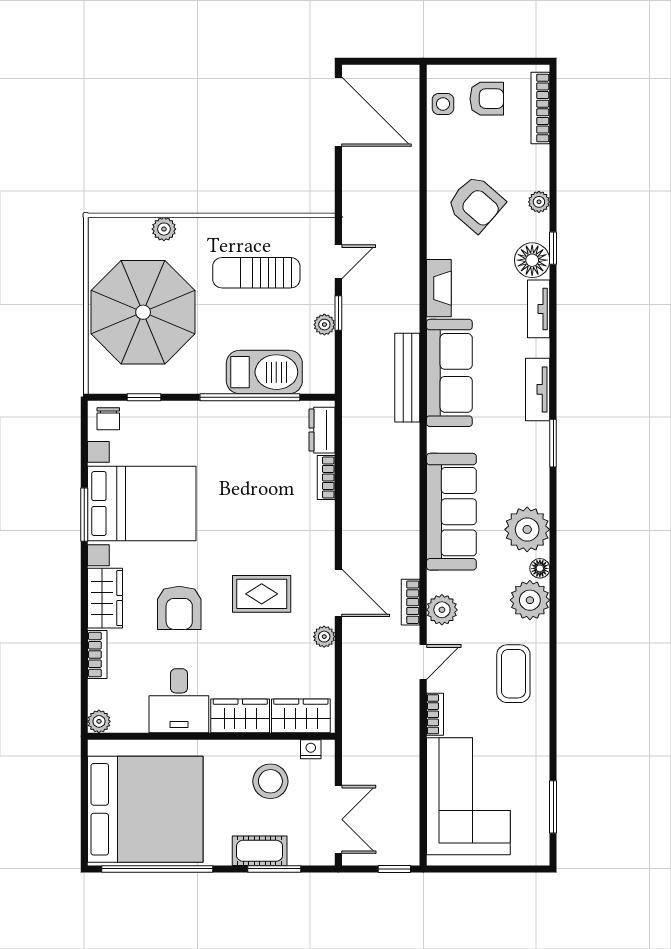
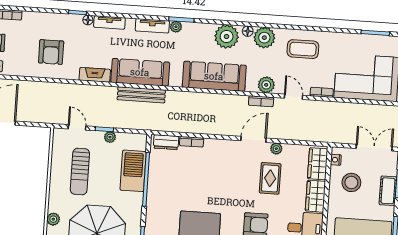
plant: (539, 202) -> (176, 27), moved
armchair: (476, 204) -> (51, 52), turned 139
floor lamp: (532, 260) -> (88, 20), width x0.53, depth x0.53
rug: (262, 594) -> (270, 178), moved

